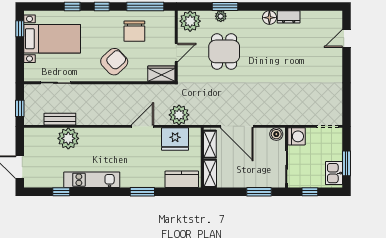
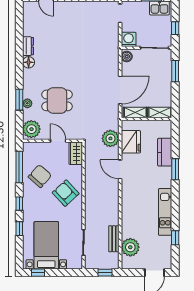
chair: (134, 31) -> (40, 176), turned -49
plant: (68, 138) -> (130, 247), moved
kitchen counter: (182, 179) -> (165, 152), moved

